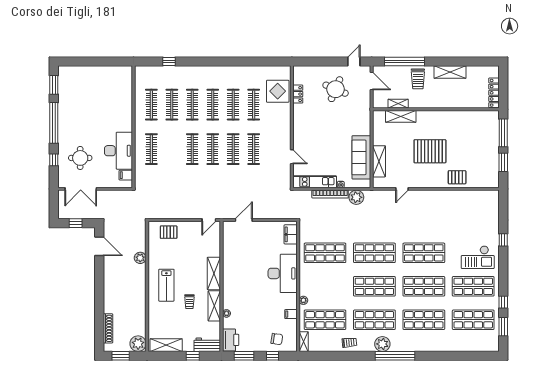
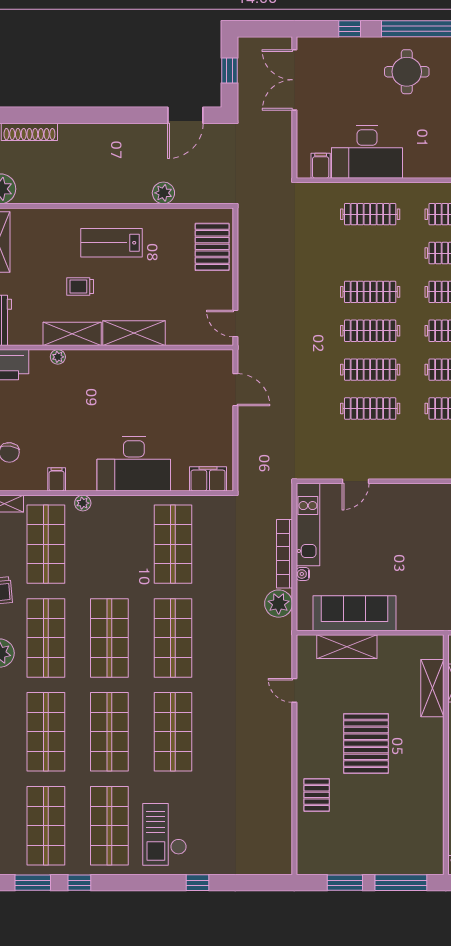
round table: (80, 158) -> (407, 72), moved
pallet: (169, 232) -> (212, 247), width x1.50, depth x1.42

